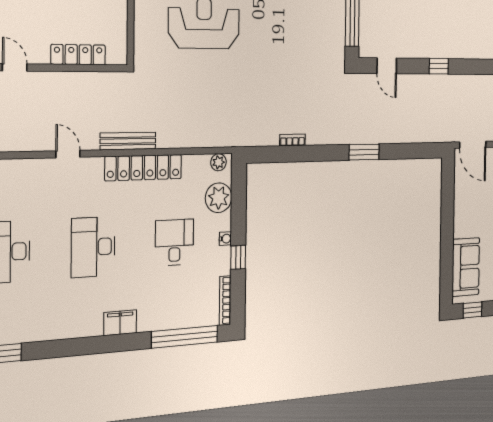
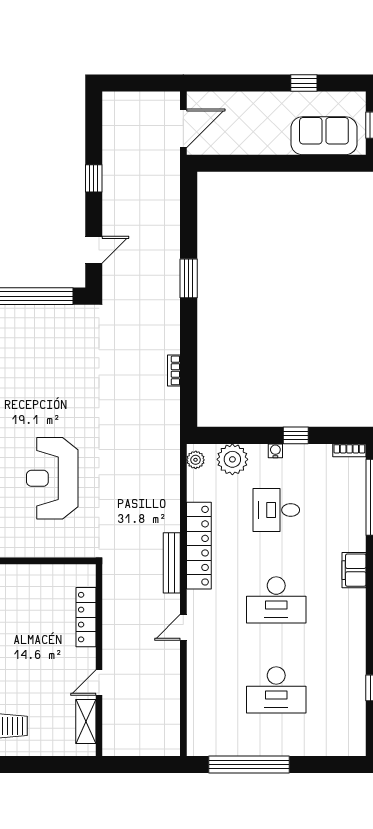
bookcase: (225, 300) -> (349, 450), width x0.64

